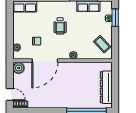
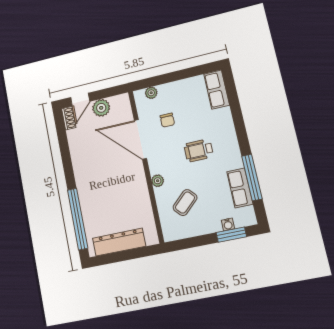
coffee table: (102, 44) -> (185, 203), moved
plant: (19, 68) -> (101, 108), moved

